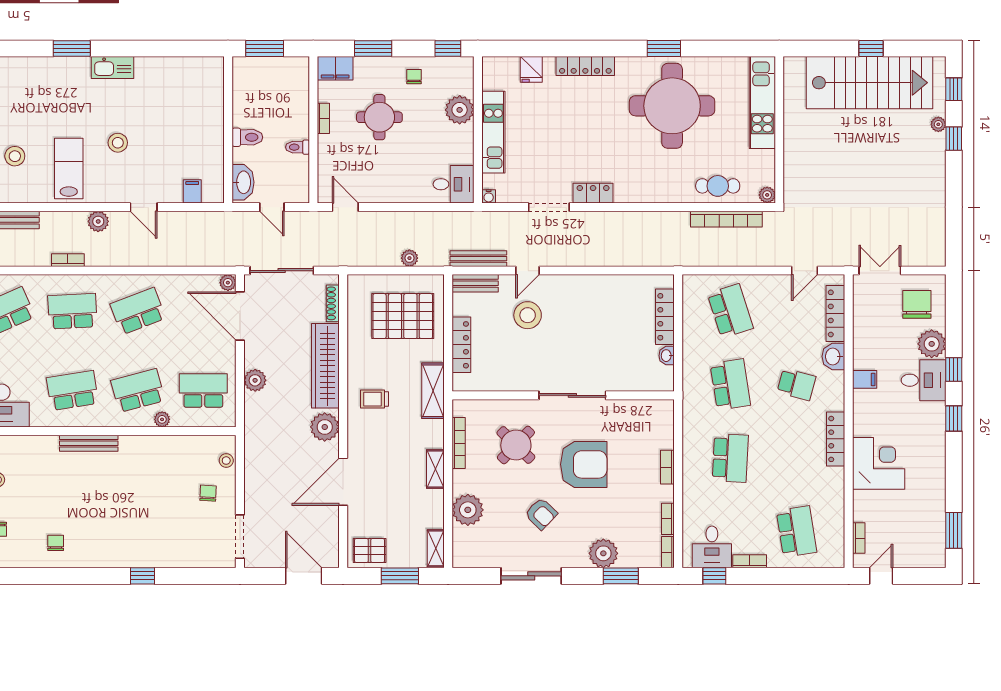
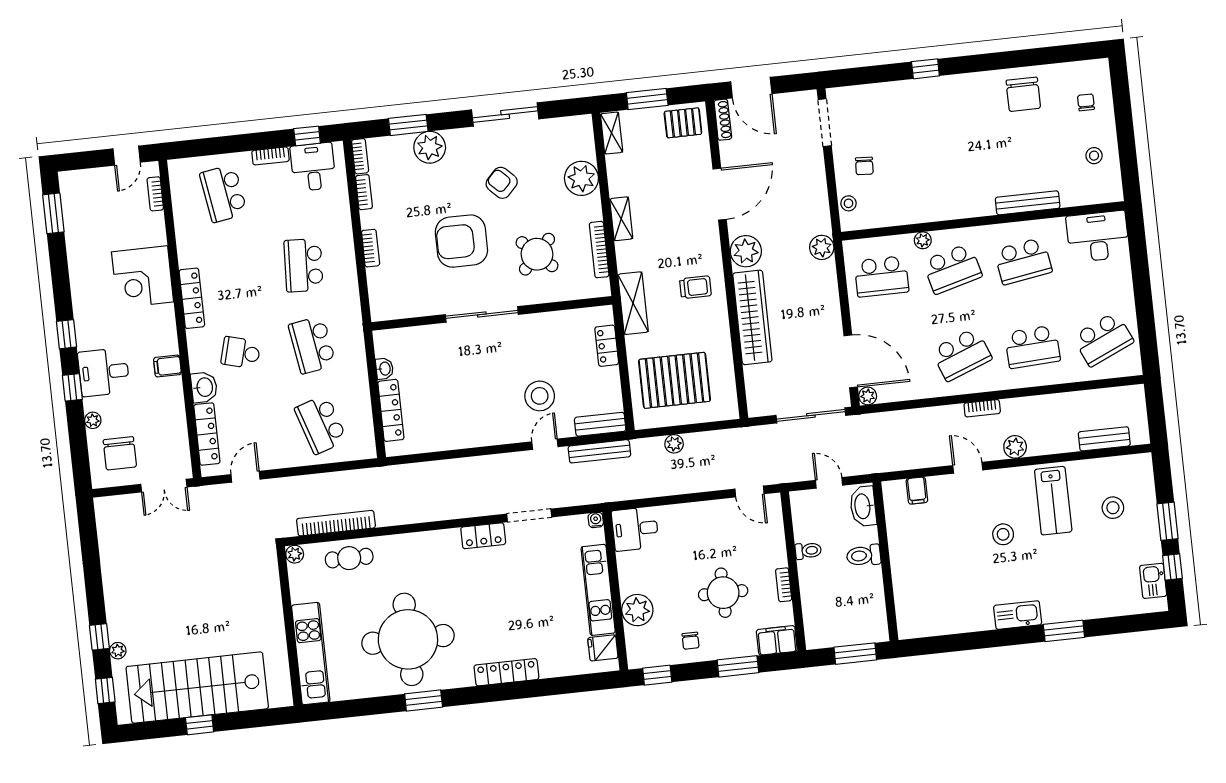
fridge: (531, 69) -> (603, 648), moved, turned -90
bookcase: (68, 260) -> (982, 408), moved
shoe rack: (333, 303) -> (723, 120), moved
plant: (932, 344) -> (93, 420), width x0.53, depth x0.53
locker: (461, 345) -> (607, 346), width x0.66
plant: (255, 380) -> (822, 247), moved
bench: (89, 443) -> (1028, 203), moved
chair: (56, 543) -> (1023, 94), width x1.87, depth x1.87

